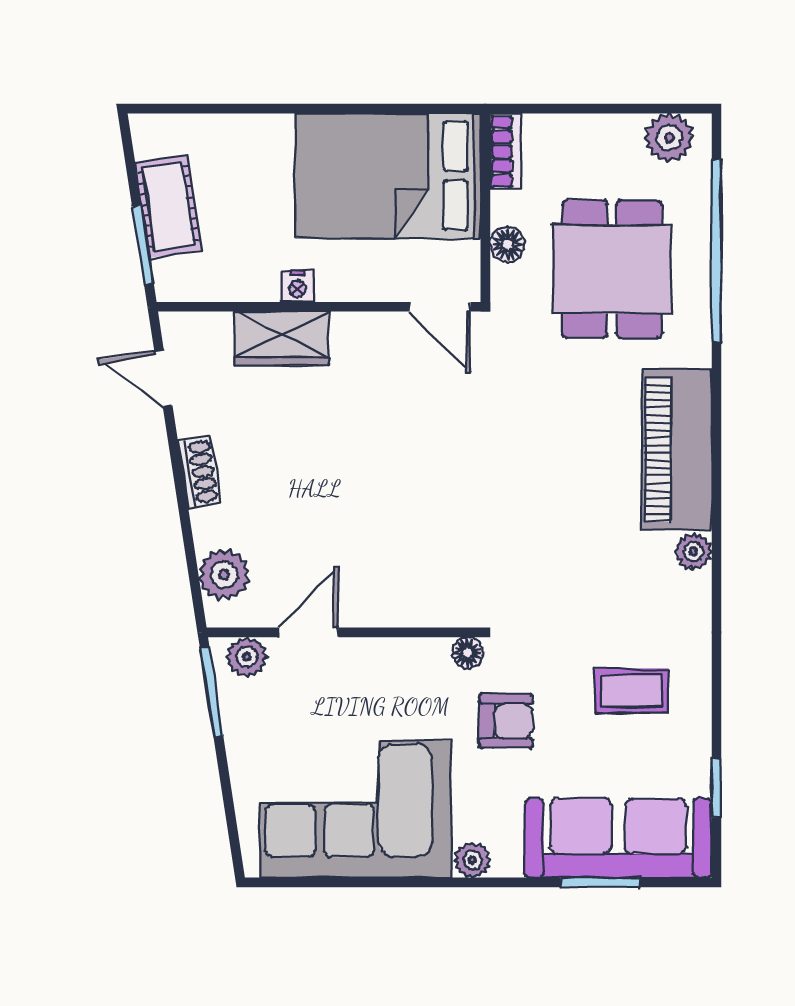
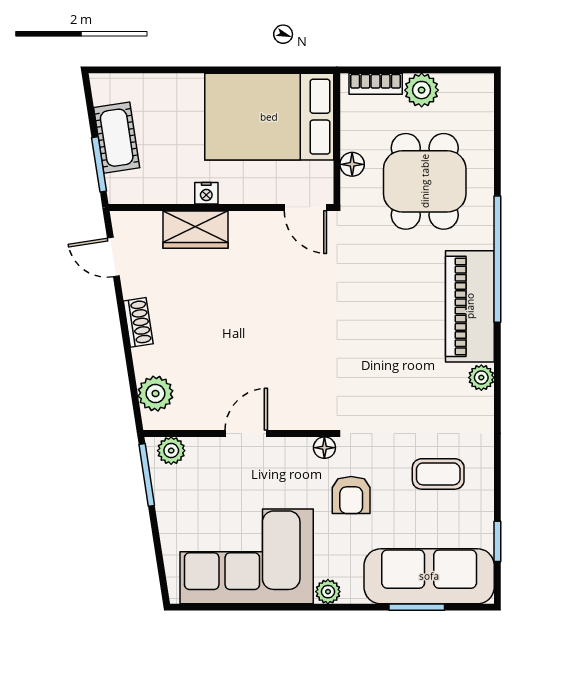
plant: (669, 138) -> (422, 90), moved
bookcase: (505, 151) -> (376, 84), moved, turned 90
window: (716, 251) -> (497, 259), moved
door: (308, 632) -> (246, 434), moved
armchair: (506, 721) -> (351, 495), turned 90

